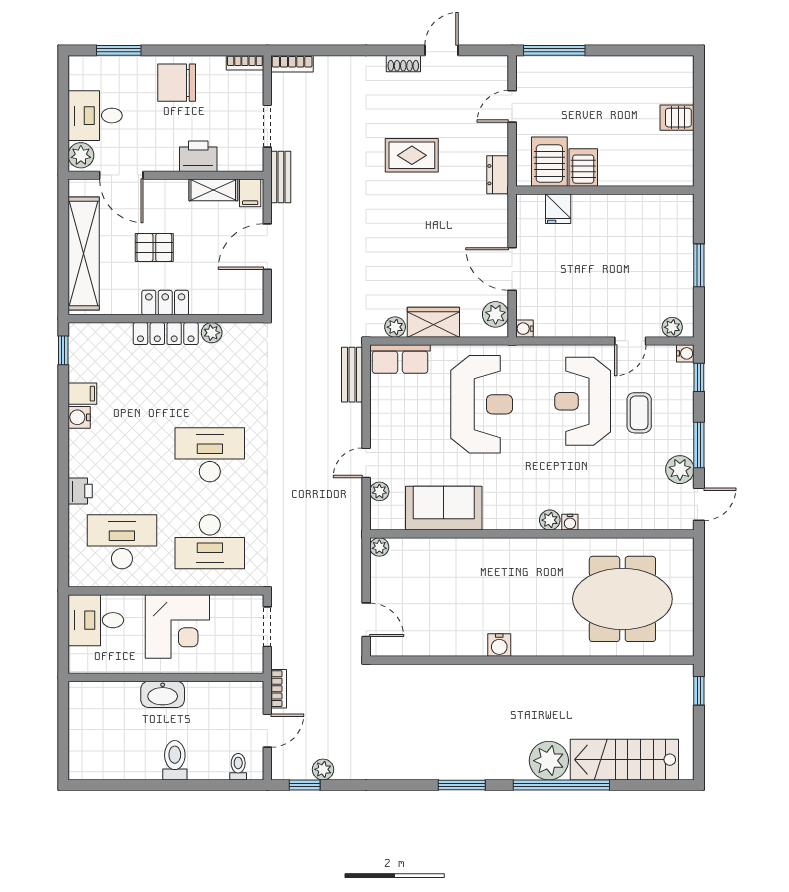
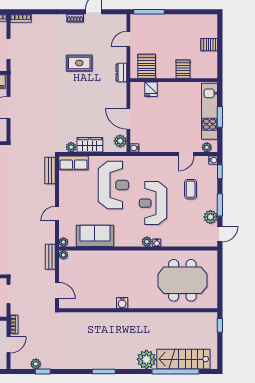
server rack: (583, 168) -> (183, 69), moved
bench: (281, 177) -> (50, 257), moved
kitchen unit: (678, 254) -> (210, 111), added
reception desk: (583, 401) -> (153, 203), moved
plant: (379, 491) -> (63, 242), moved
window: (305, 785) -> (43, 371), moved
window: (561, 785) -> (176, 371), moved

